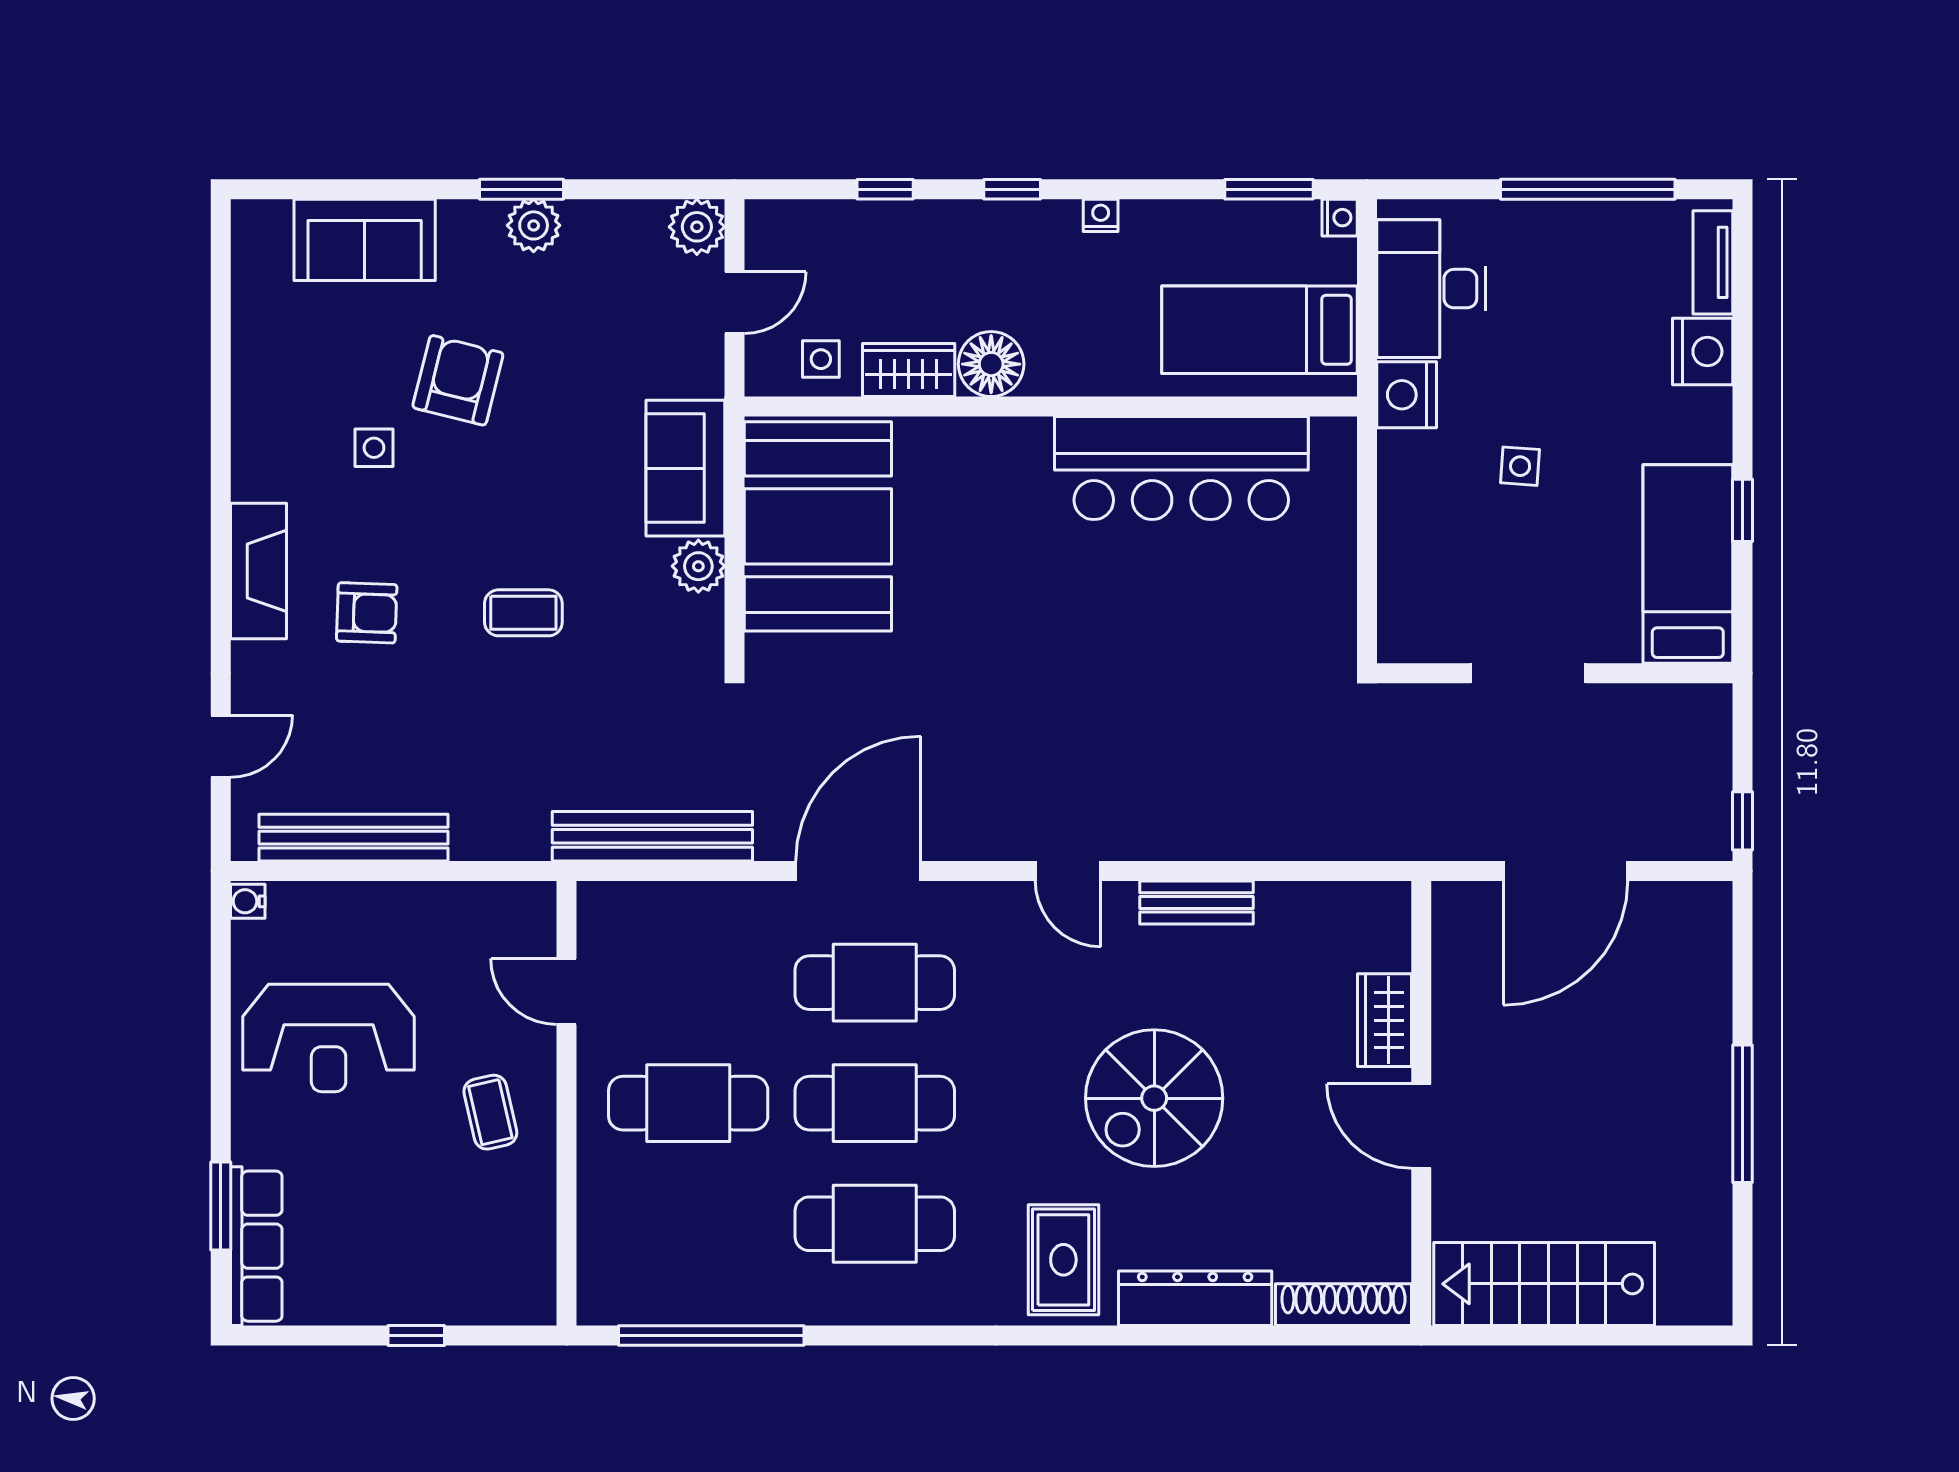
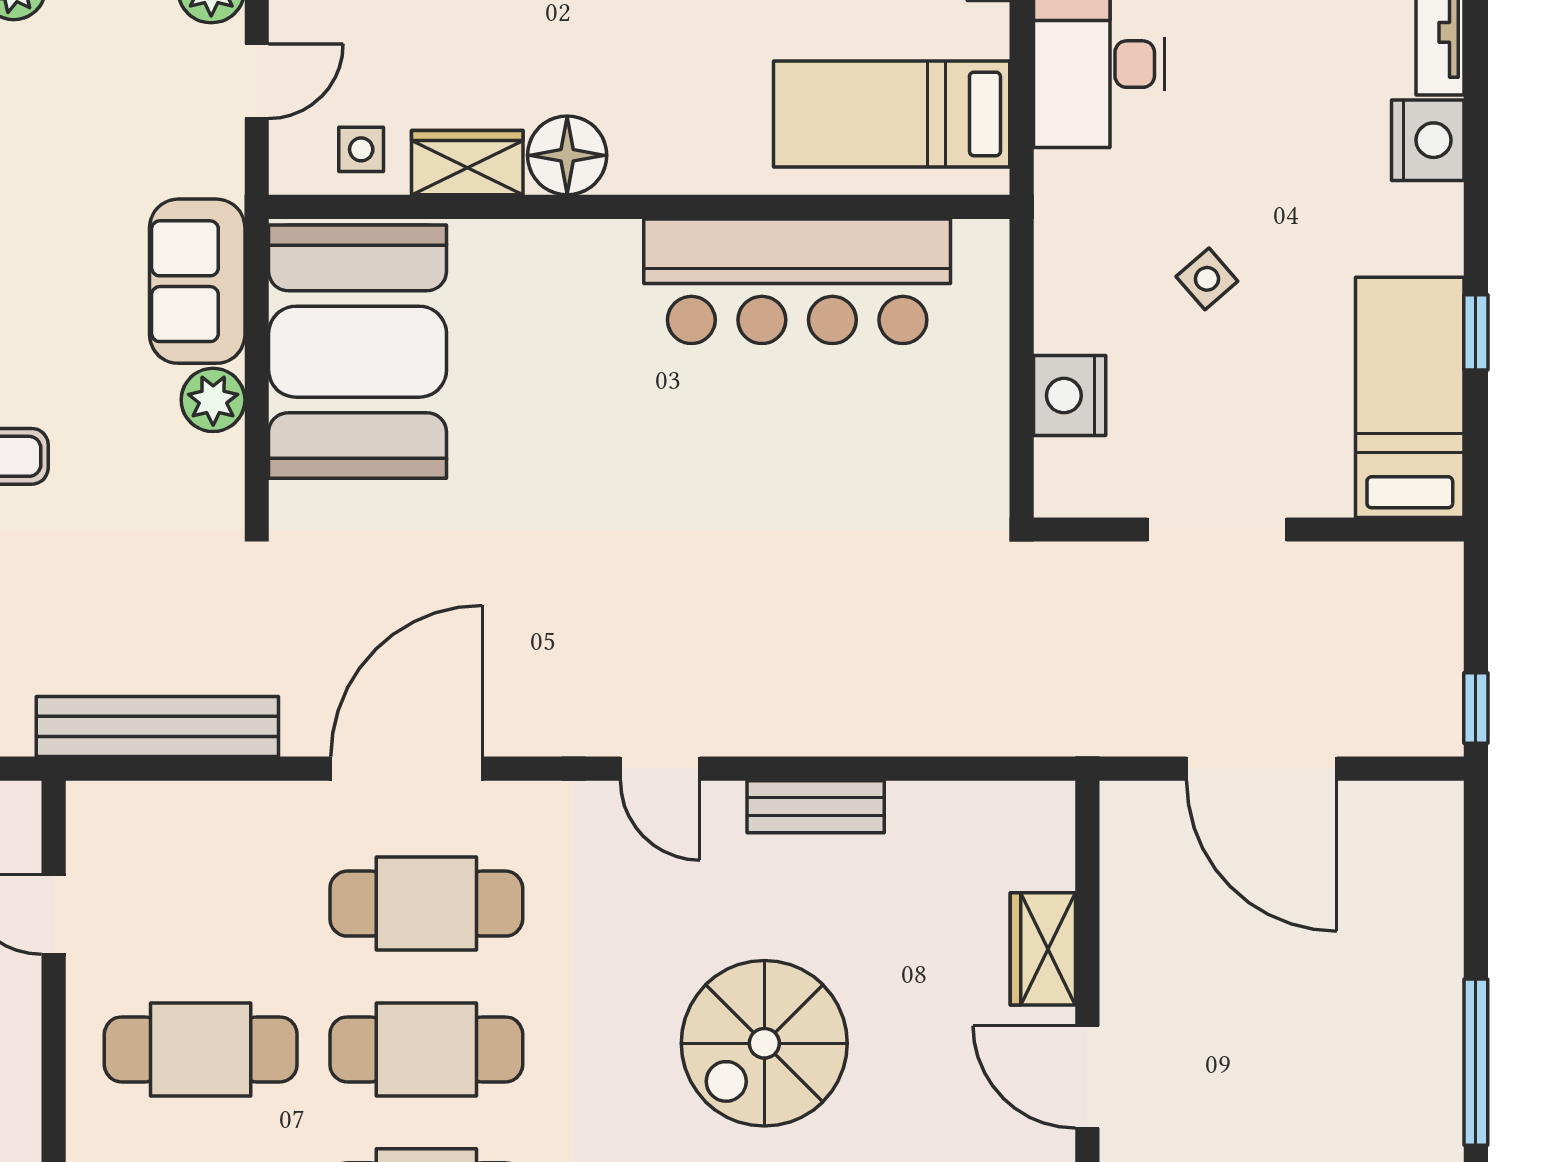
nightstand: (1407, 395) -> (1070, 396), moved
side table: (1520, 466) -> (1207, 279), turned 45
door: (1565, 871) -> (1262, 769), hinge flipped

